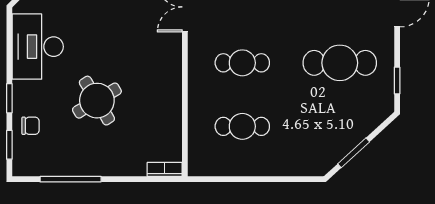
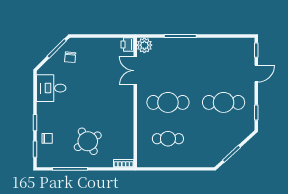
desk: (38, 47) -> (51, 88), width x0.73
cafe table: (242, 63) -> (168, 102), width x1.37, depth x1.35
round table: (97, 101) -> (88, 141), moved

